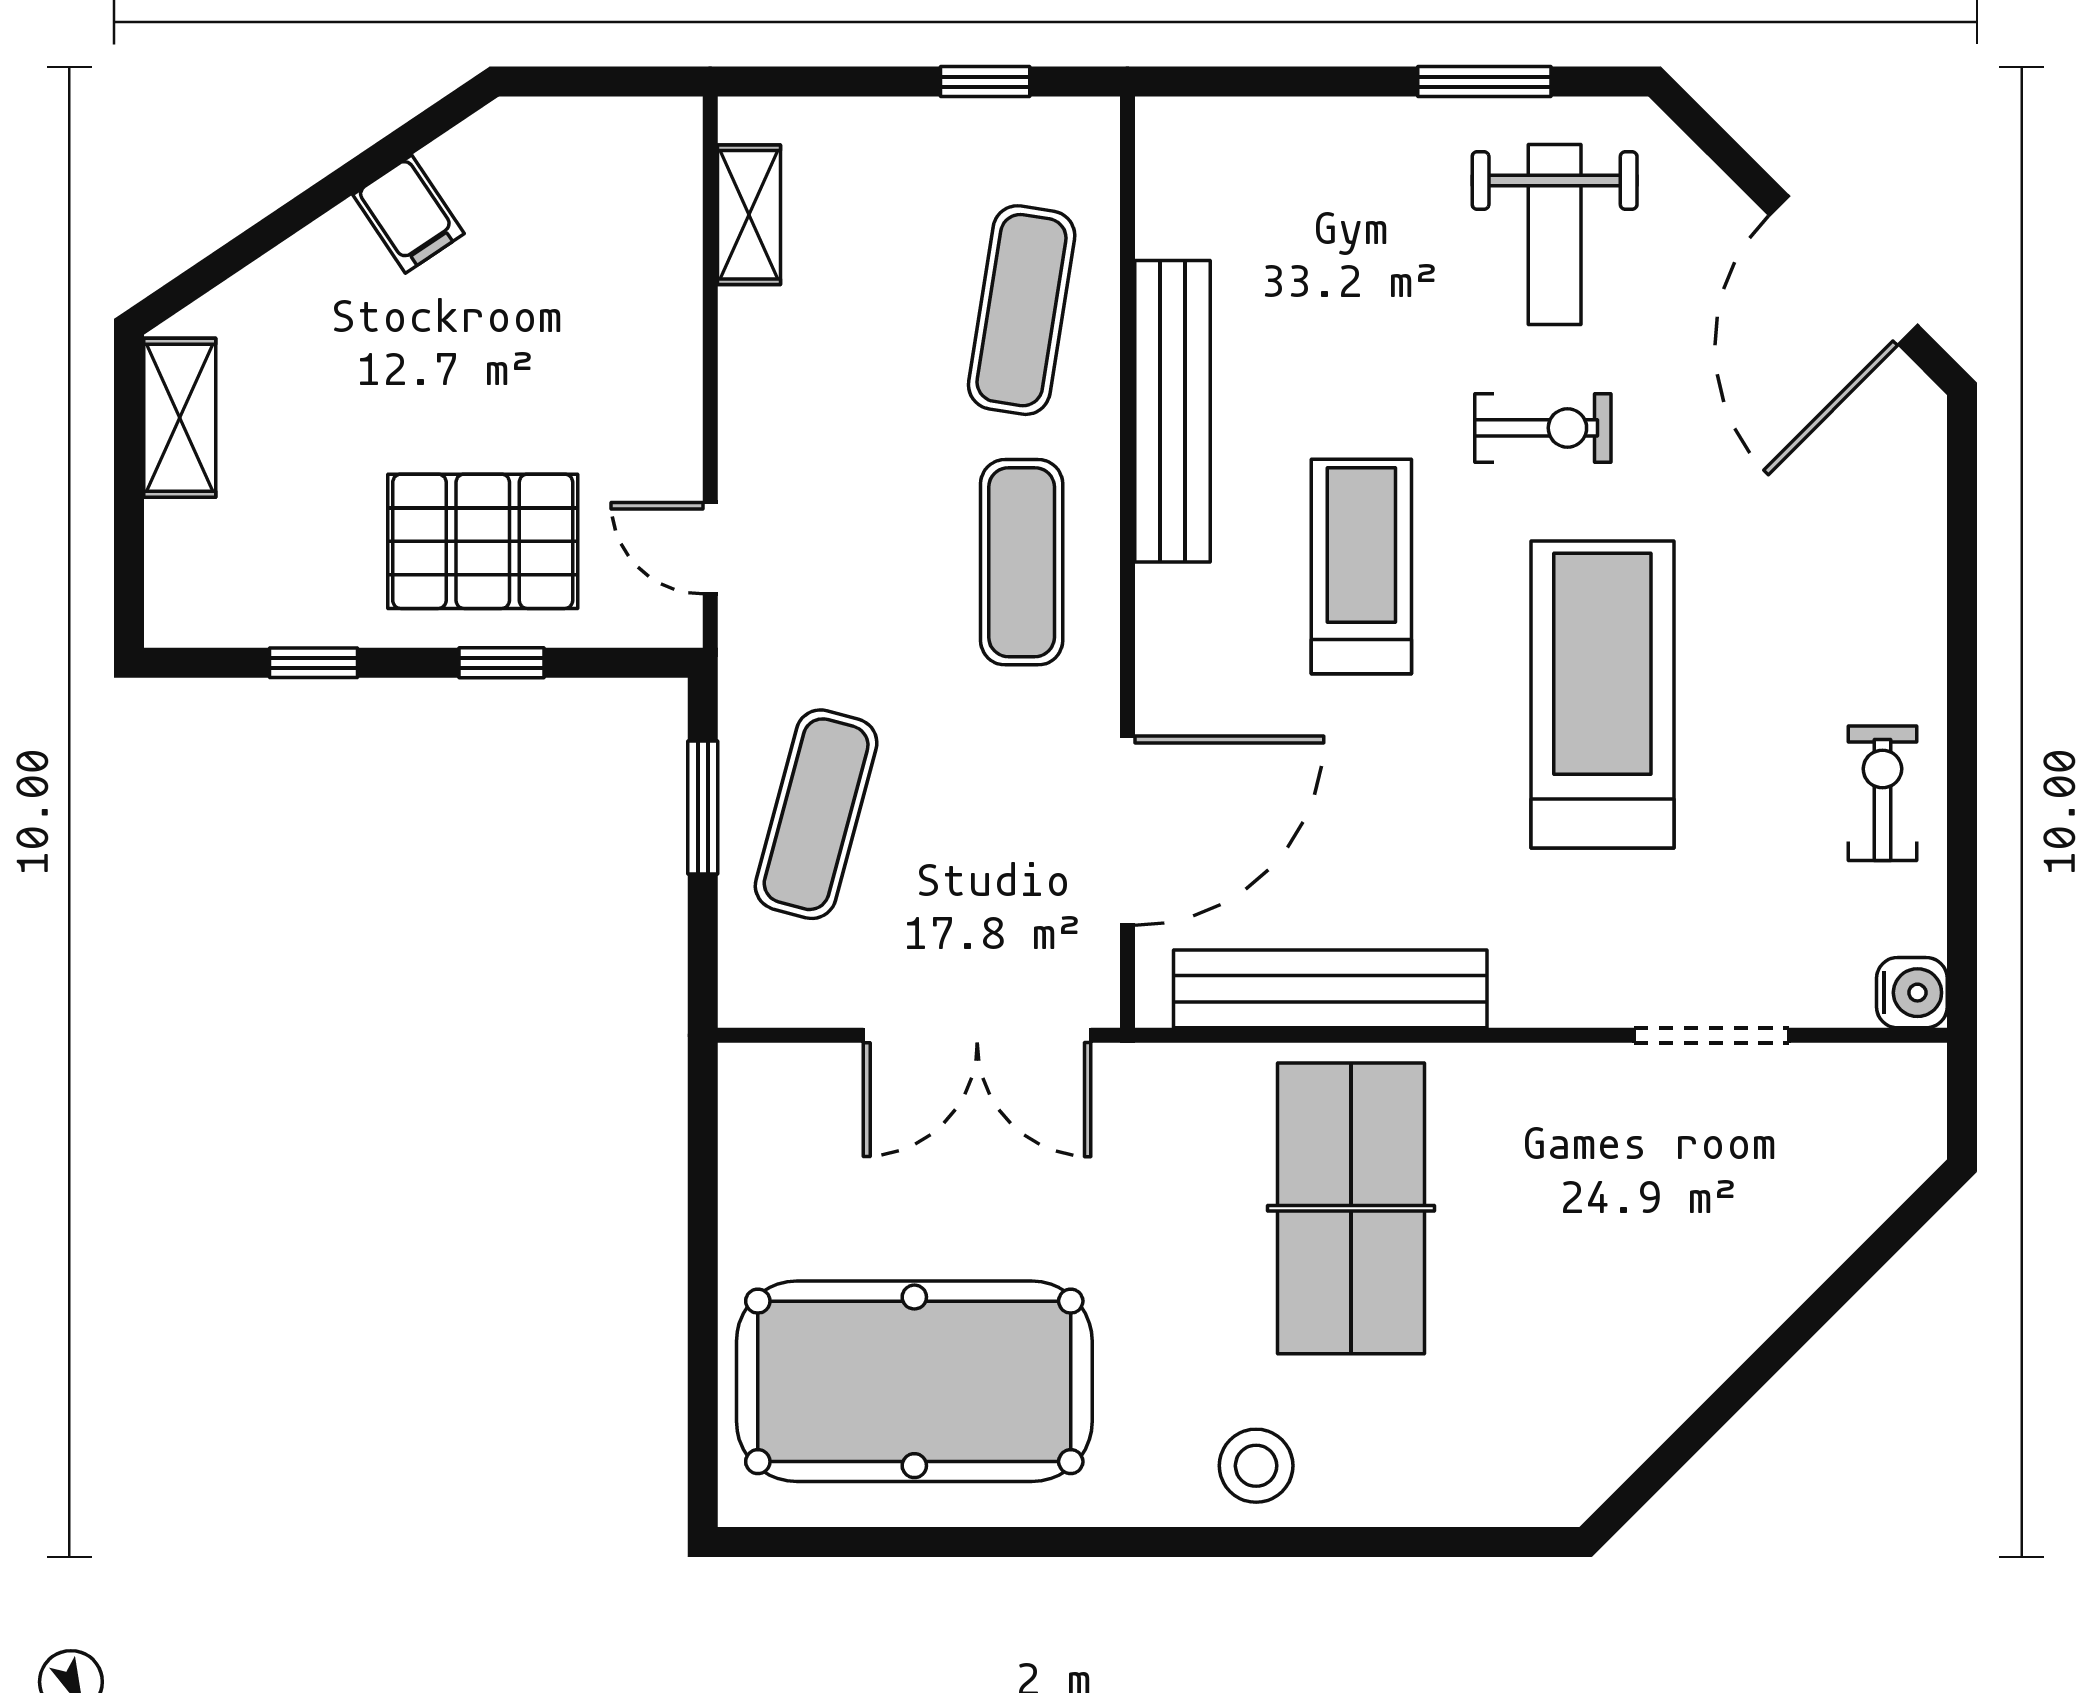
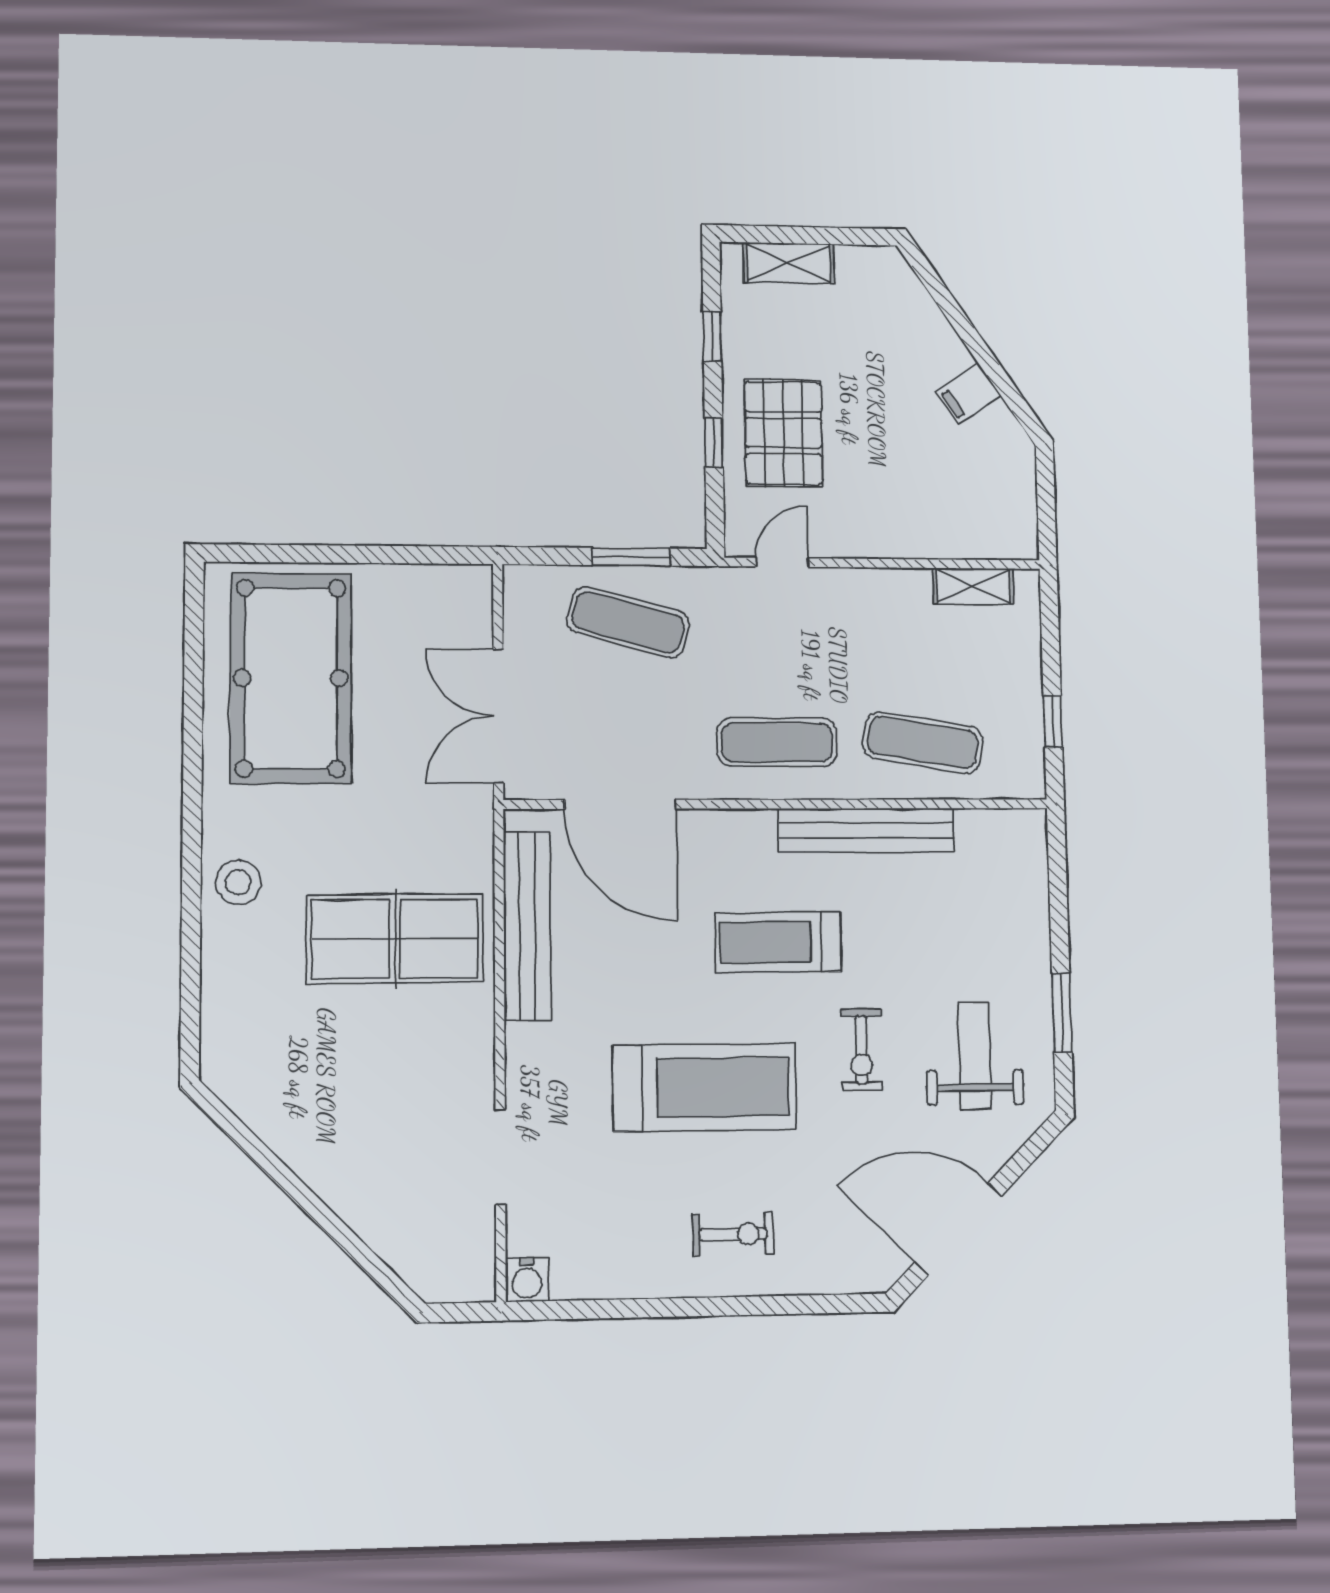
weight bench: (1555, 235) -> (975, 1055), turned 90
shelving: (180, 418) -> (789, 263), moved
treadmill: (1361, 566) -> (778, 942), turned 180
exercise bike: (1882, 793) -> (733, 1234), moved

